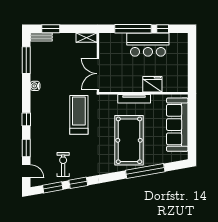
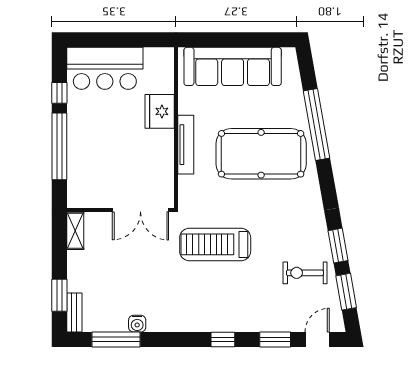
bar counter: (148, 45) -> (105, 68), moved, turned 90
water cooler: (35, 86) -> (137, 324), moved

